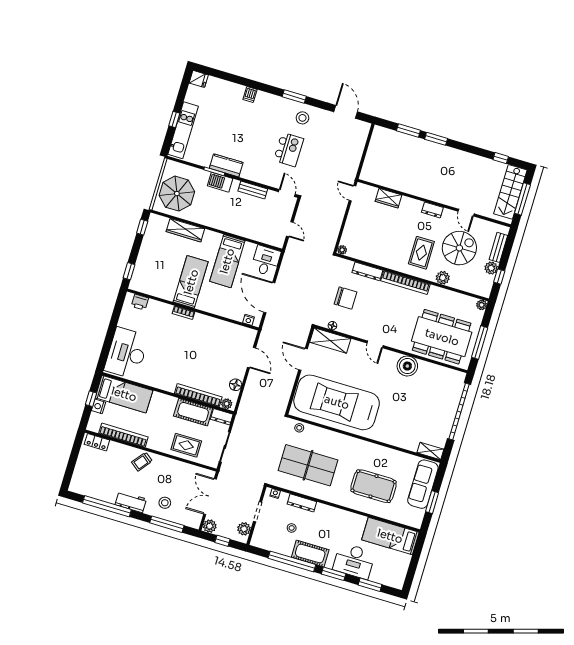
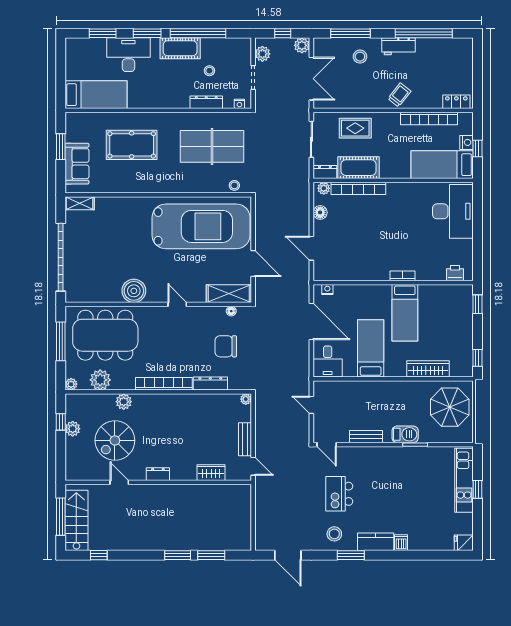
kitchen counter: (226, 165) -> (376, 542), moved, turned 180
bench: (498, 247) -> (245, 439), moved
rug: (421, 253) -> (156, 423), removed
plant: (457, 301) -> (100, 380), added
sofa: (423, 484) -> (77, 164), width x0.73

